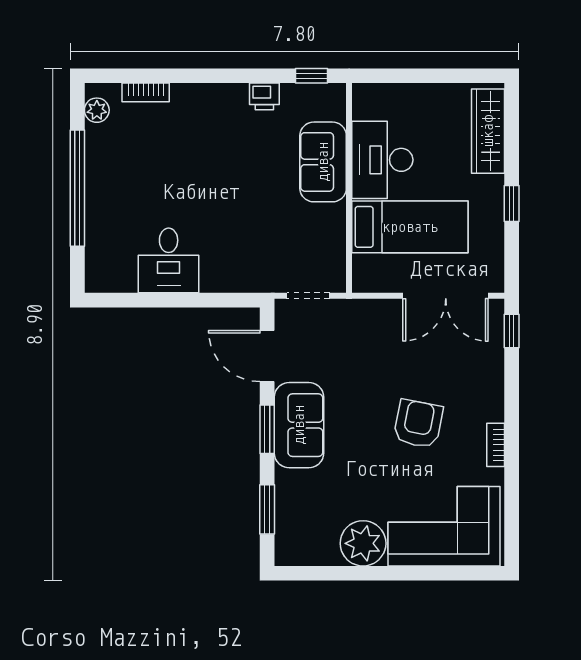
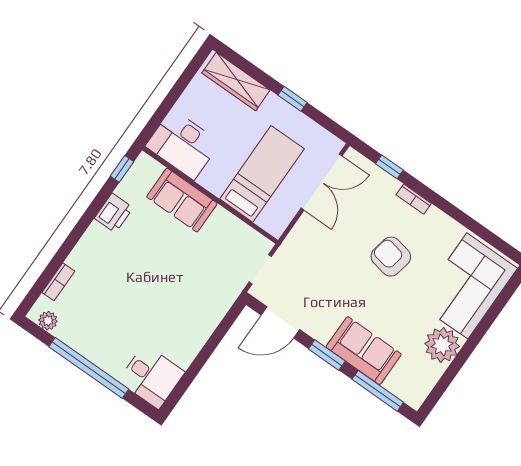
printer: (264, 96) -> (114, 213), width x1.36, depth x1.24
desk: (382, 160) -> (183, 144), moved
desk: (169, 260) -> (151, 376), moved
window: (512, 331) -> (389, 167), moved
sofa: (299, 425) -> (364, 351), moved
bookcase: (496, 445) -> (414, 199), moved
window: (267, 509) -> (378, 391), width x1.44

